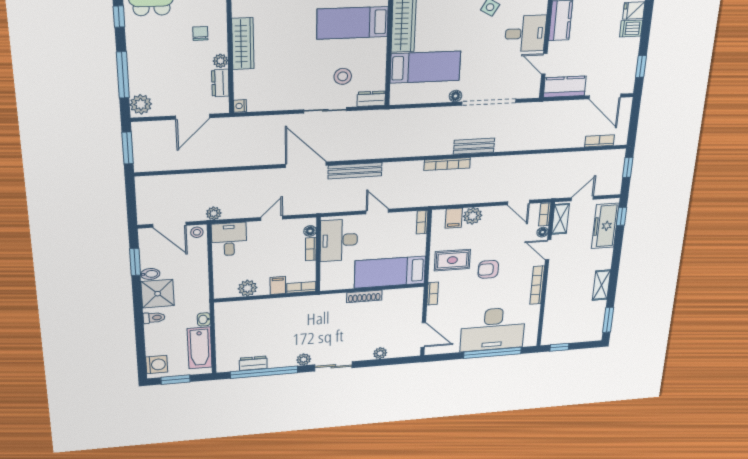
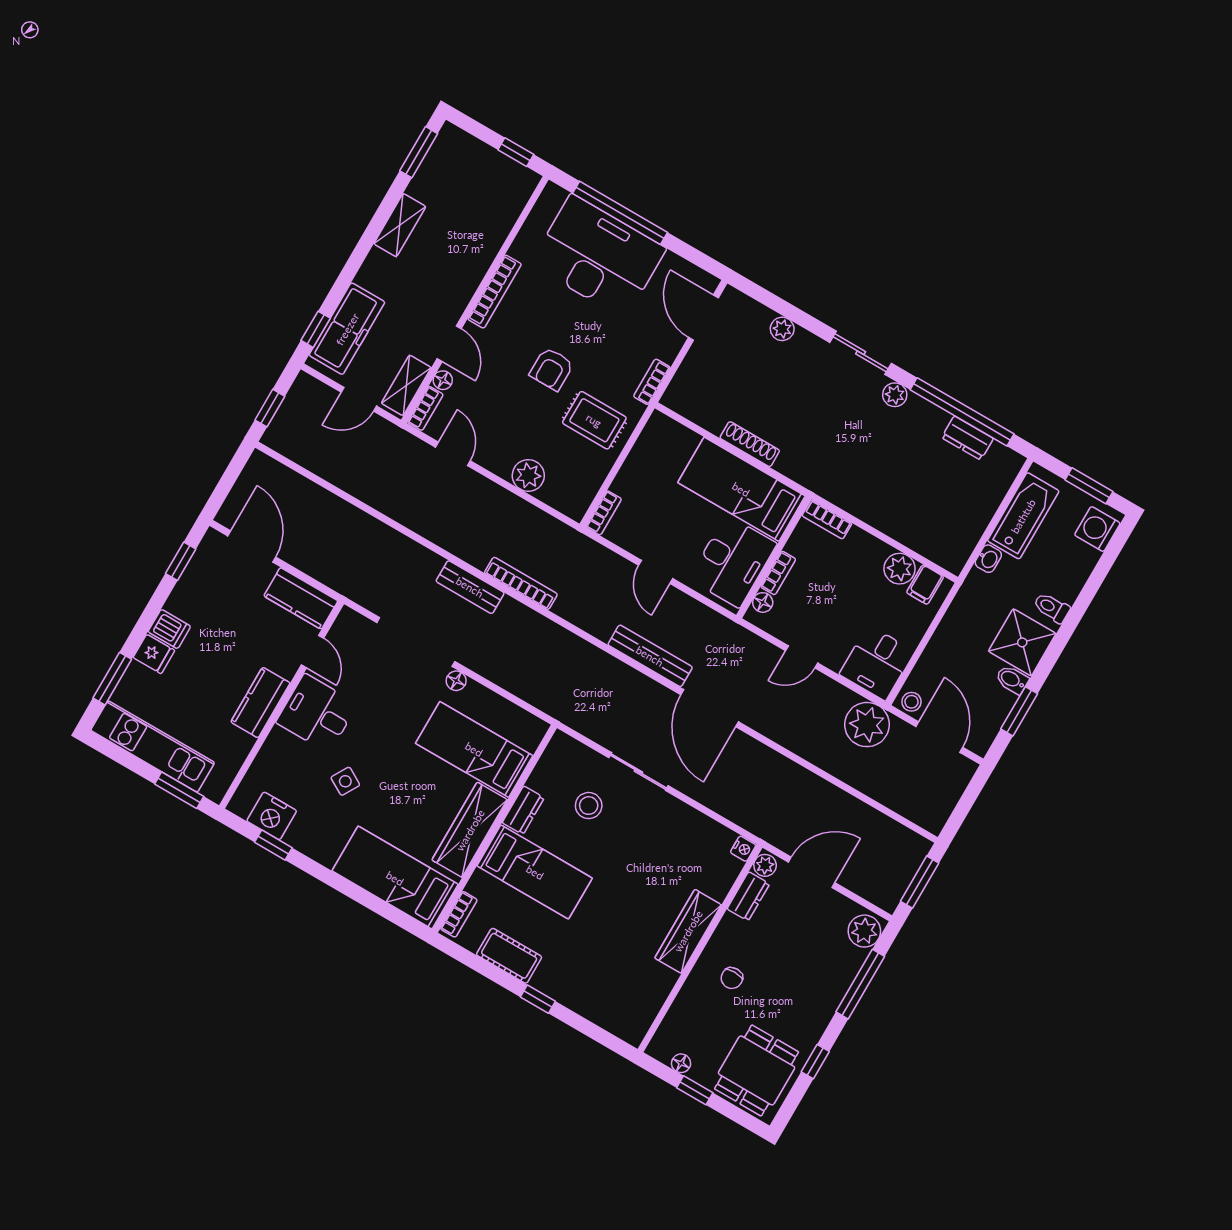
plant: (220, 61) -> (765, 865), moved
dresser: (371, 99) -> (523, 810), moved, turned -90
bookcase: (599, 141) -> (291, 480), removed
plant: (214, 213) -> (867, 725), width x1.88, depth x1.88
filing cabinet: (454, 218) -> (557, 490), removed
armchair: (488, 269) -> (552, 369), turned 90
bed: (390, 272) -> (741, 489), moved, turned 180
filing cabinet: (278, 285) -> (925, 585), moved

